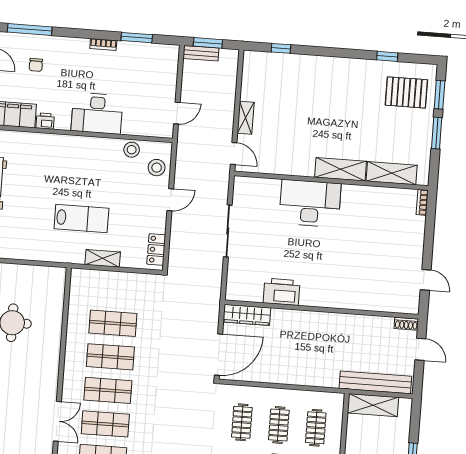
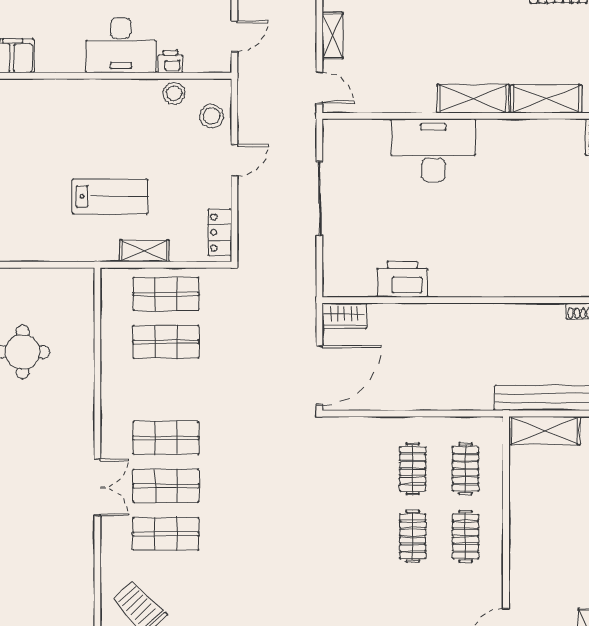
printer: (45, 121) -> (170, 62), moved
wardrobe: (247, 315) -> (344, 316), width x0.67
shop shelf: (110, 357) -> (166, 294), moved
clothes rail: (242, 422) -> (360, 469), removed

